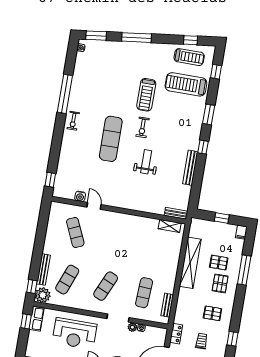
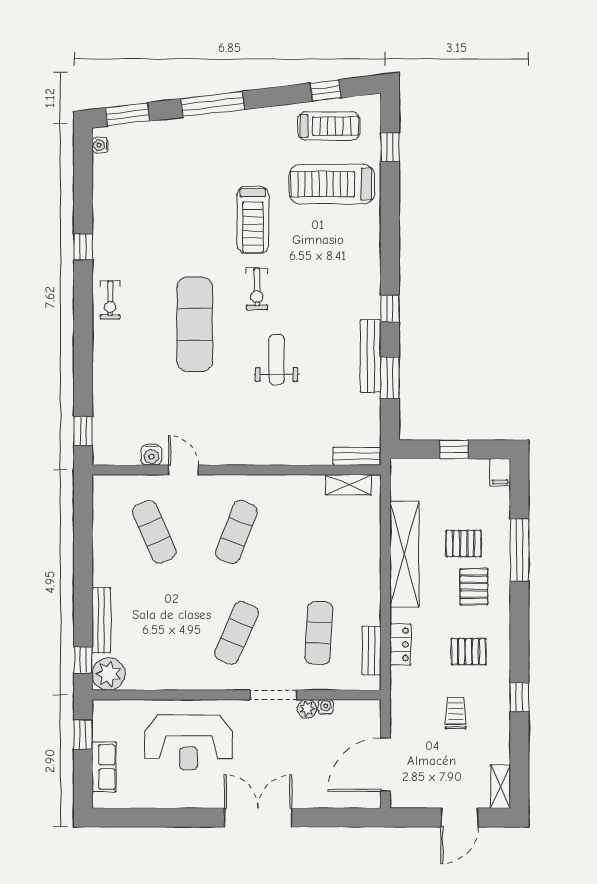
window: (65, 94) -> (83, 247), width x0.32
window: (209, 114) -> (390, 378), moved
exercise mat: (67, 280) -> (236, 532), moved
row of seats: (37, 319) -> (104, 767), moved
locker: (176, 334) -> (400, 644), moved

